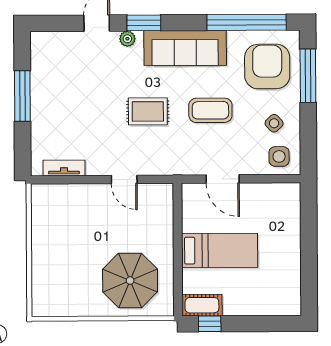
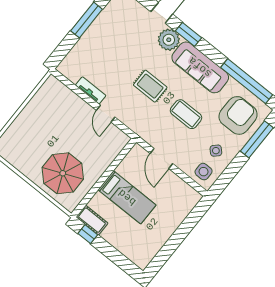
plant: (127, 39) -> (169, 40), width x1.87, depth x1.87
tv unit: (64, 168) -> (91, 90), moved

